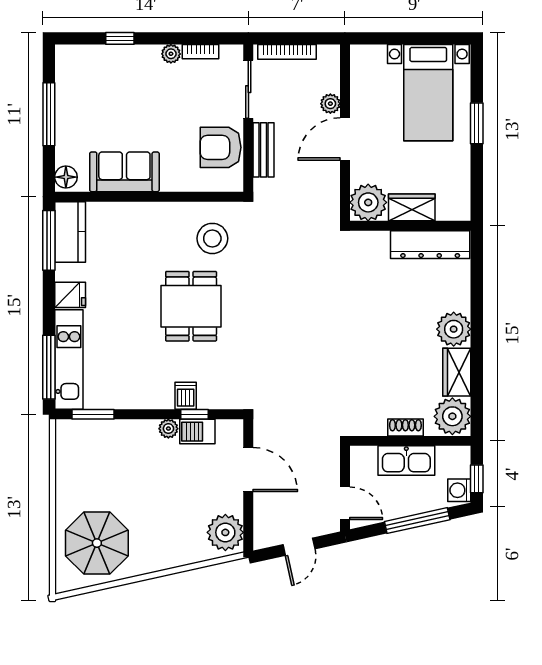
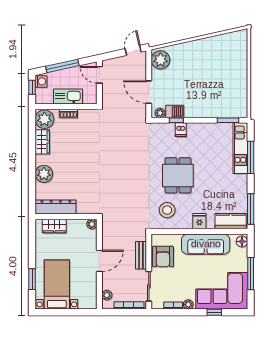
corner sofa: (106, 81) -> (222, 291), added
plant: (330, 104) -> (107, 295), moved
window: (477, 123) -> (32, 279), moved
armchair: (221, 147) -> (163, 257), turned 90
sofa: (124, 172) -> (206, 244), width x1.36
plant: (368, 202) -> (92, 224), width x0.53, depth x0.53
wardrobe: (412, 207) -> (54, 226), moved
kitchen counter: (70, 232) -> (231, 221), moved, turned 90
fridge: (70, 295) -> (199, 221), moved, turned 90
plant: (454, 329) -> (44, 174), moved
window: (49, 367) -> (251, 157), moved
plant: (168, 429) -> (160, 113), moved
parasol: (97, 543) -> (226, 54), removed
door: (299, 547) -> (133, 50), moved

